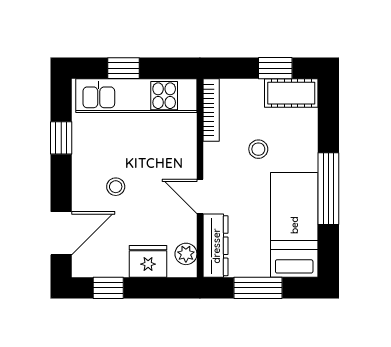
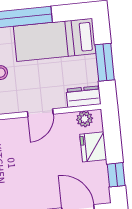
stool: (116, 187) -> (39, 177), removed
dresser: (216, 246) -> (83, 97), width x0.70

